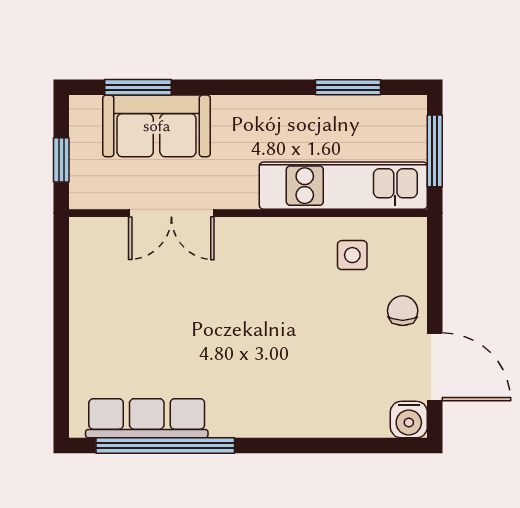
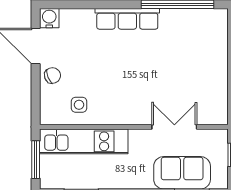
chair: (403, 311) -> (52, 75), turned -112
row of seats: (147, 418) -> (127, 19), moved

